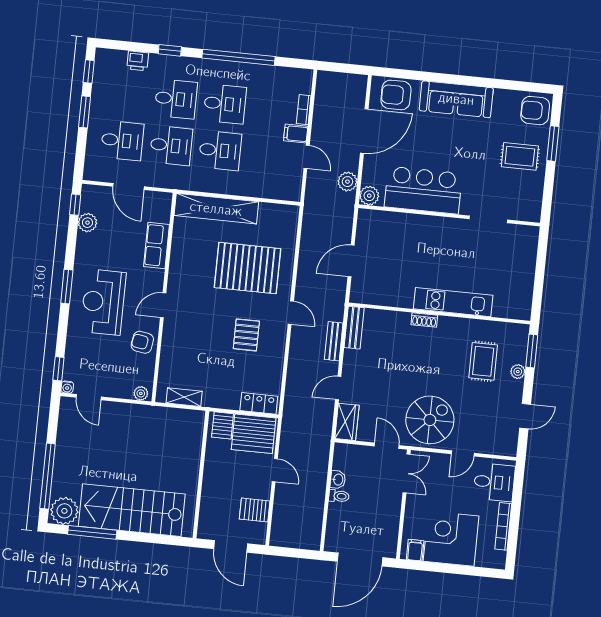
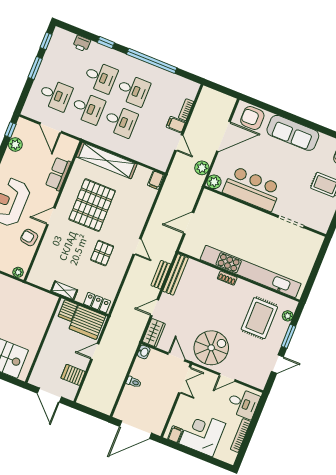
filing cabinet: (290, 216) -> (156, 180), added
pallet: (247, 268) -> (92, 205), moved, turned 90
kitchen unit: (453, 302) -> (251, 271), width x1.86
bench: (354, 328) -> (175, 274), width x1.36
window: (532, 351) -> (289, 336), moved
rug: (483, 361) -> (259, 318), width x1.36, depth x1.43
plant: (518, 372) -> (288, 316), moved
shelving: (184, 397) -> (64, 290), moved
door: (275, 470) -> (95, 352), swing flipped
washbasin: (338, 480) -> (144, 352), moved

